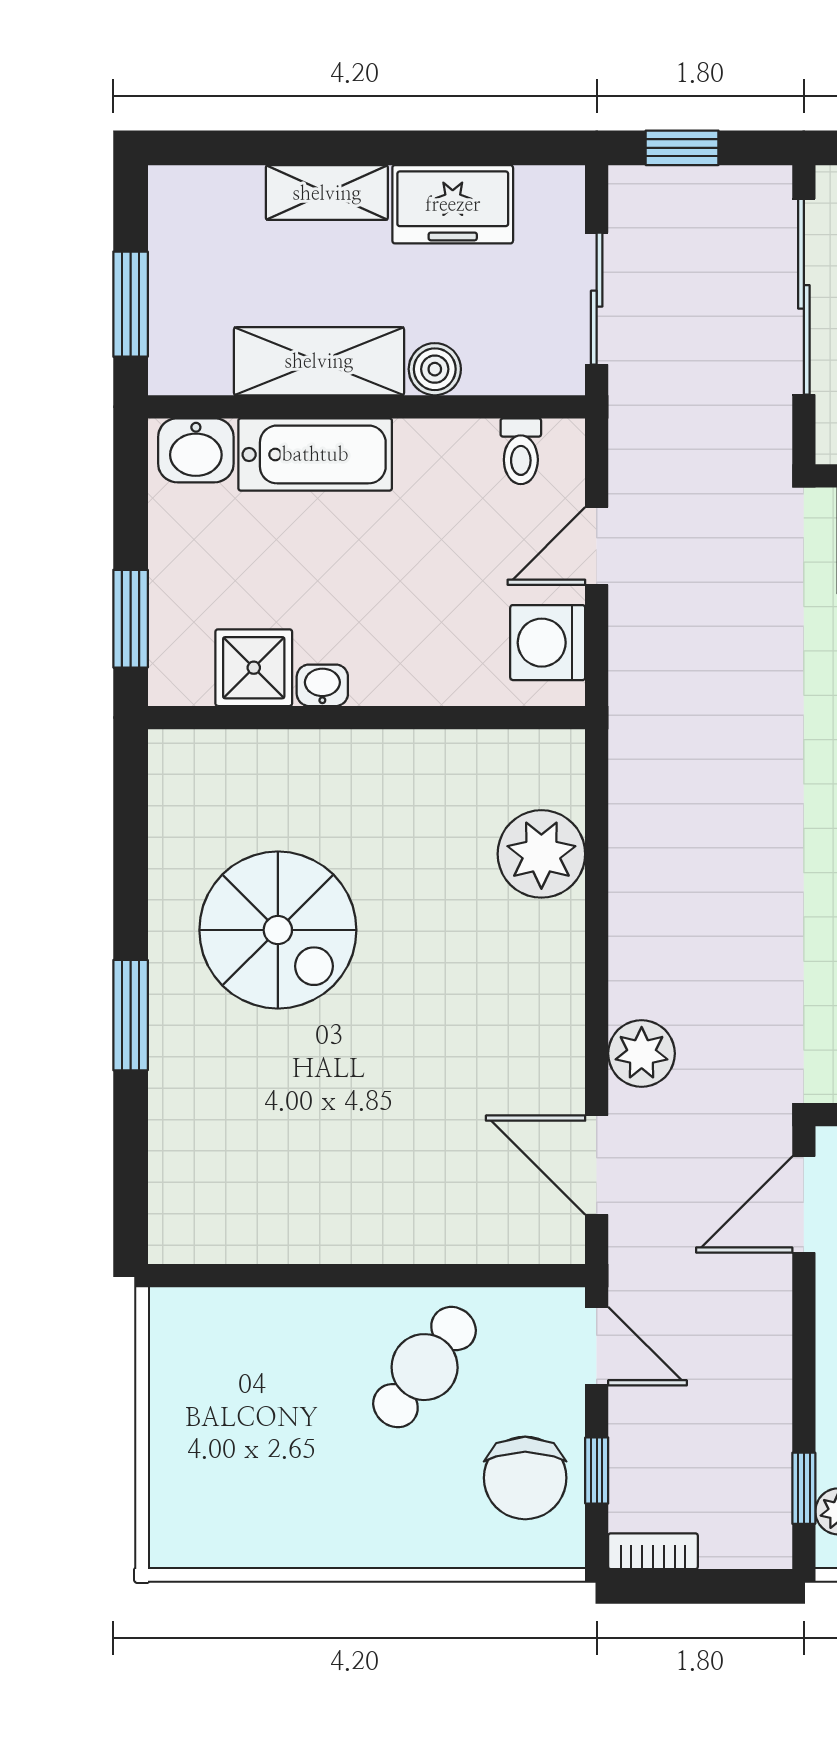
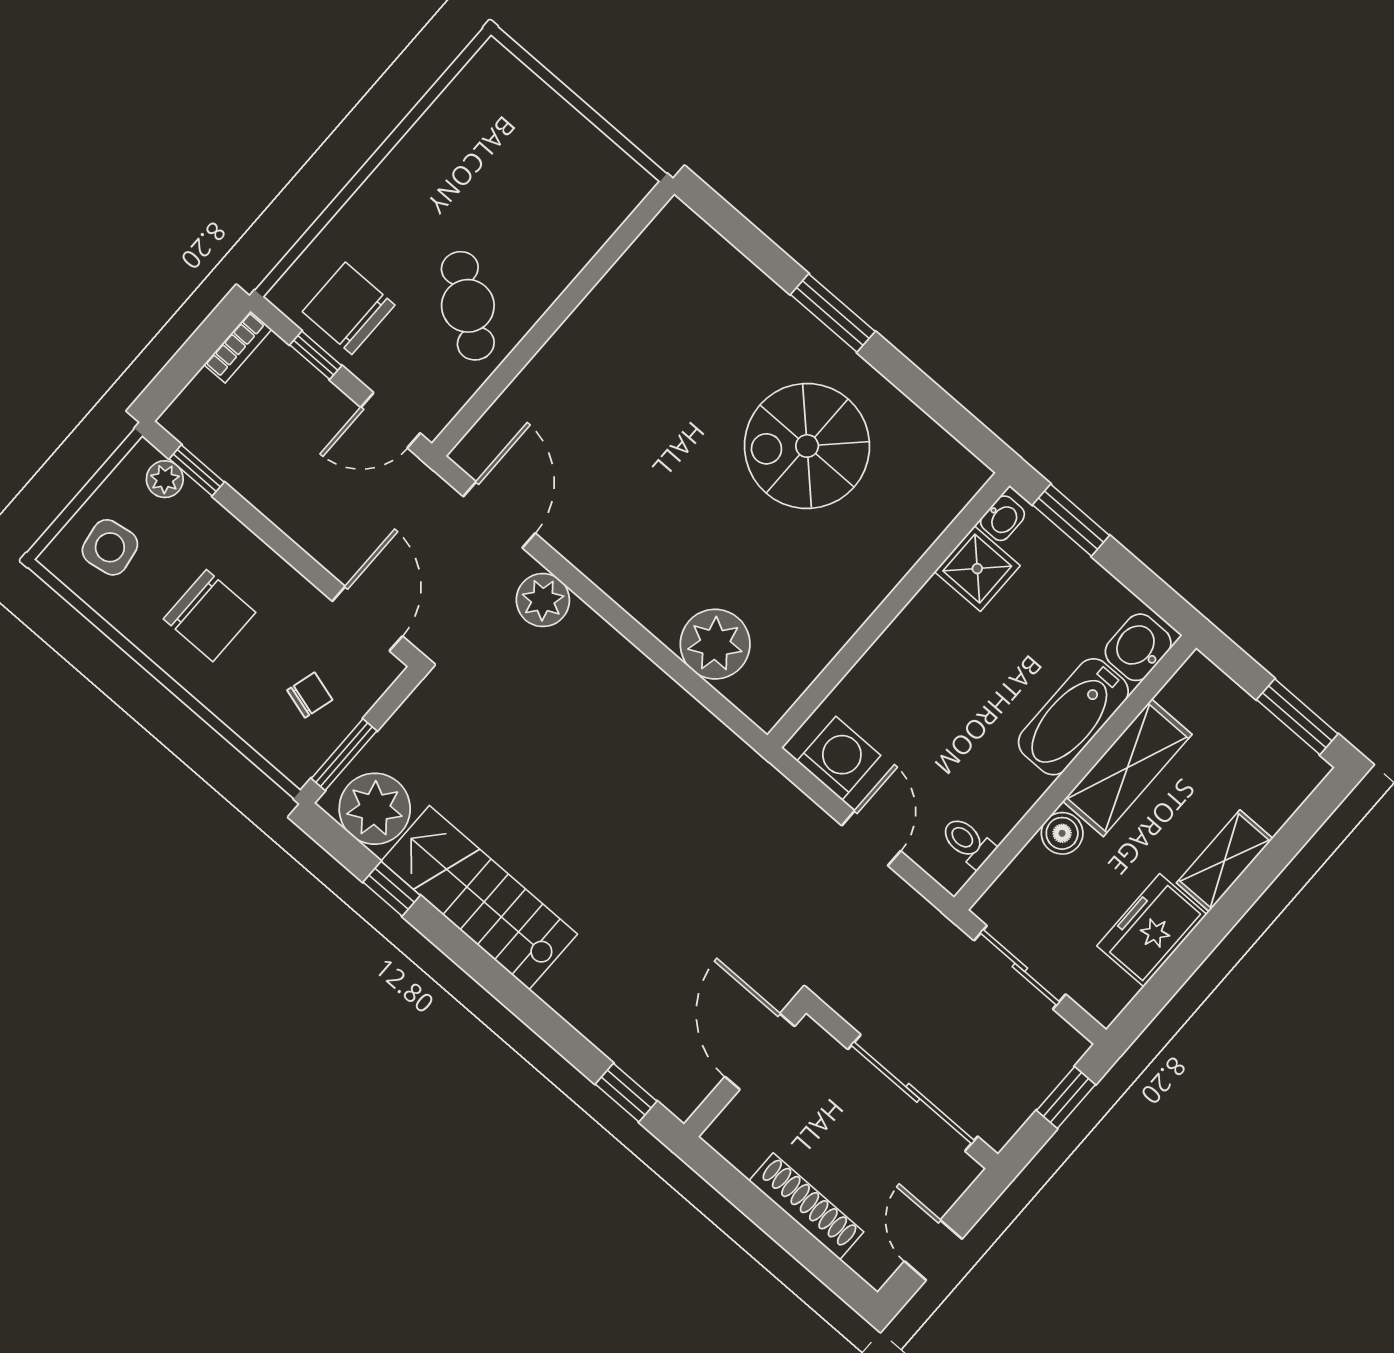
window: (131, 304) -> (1297, 717), moved
washbasin: (322, 685) -> (1003, 518), moved
door: (597, 1165) -> (499, 515), hinge flipped

